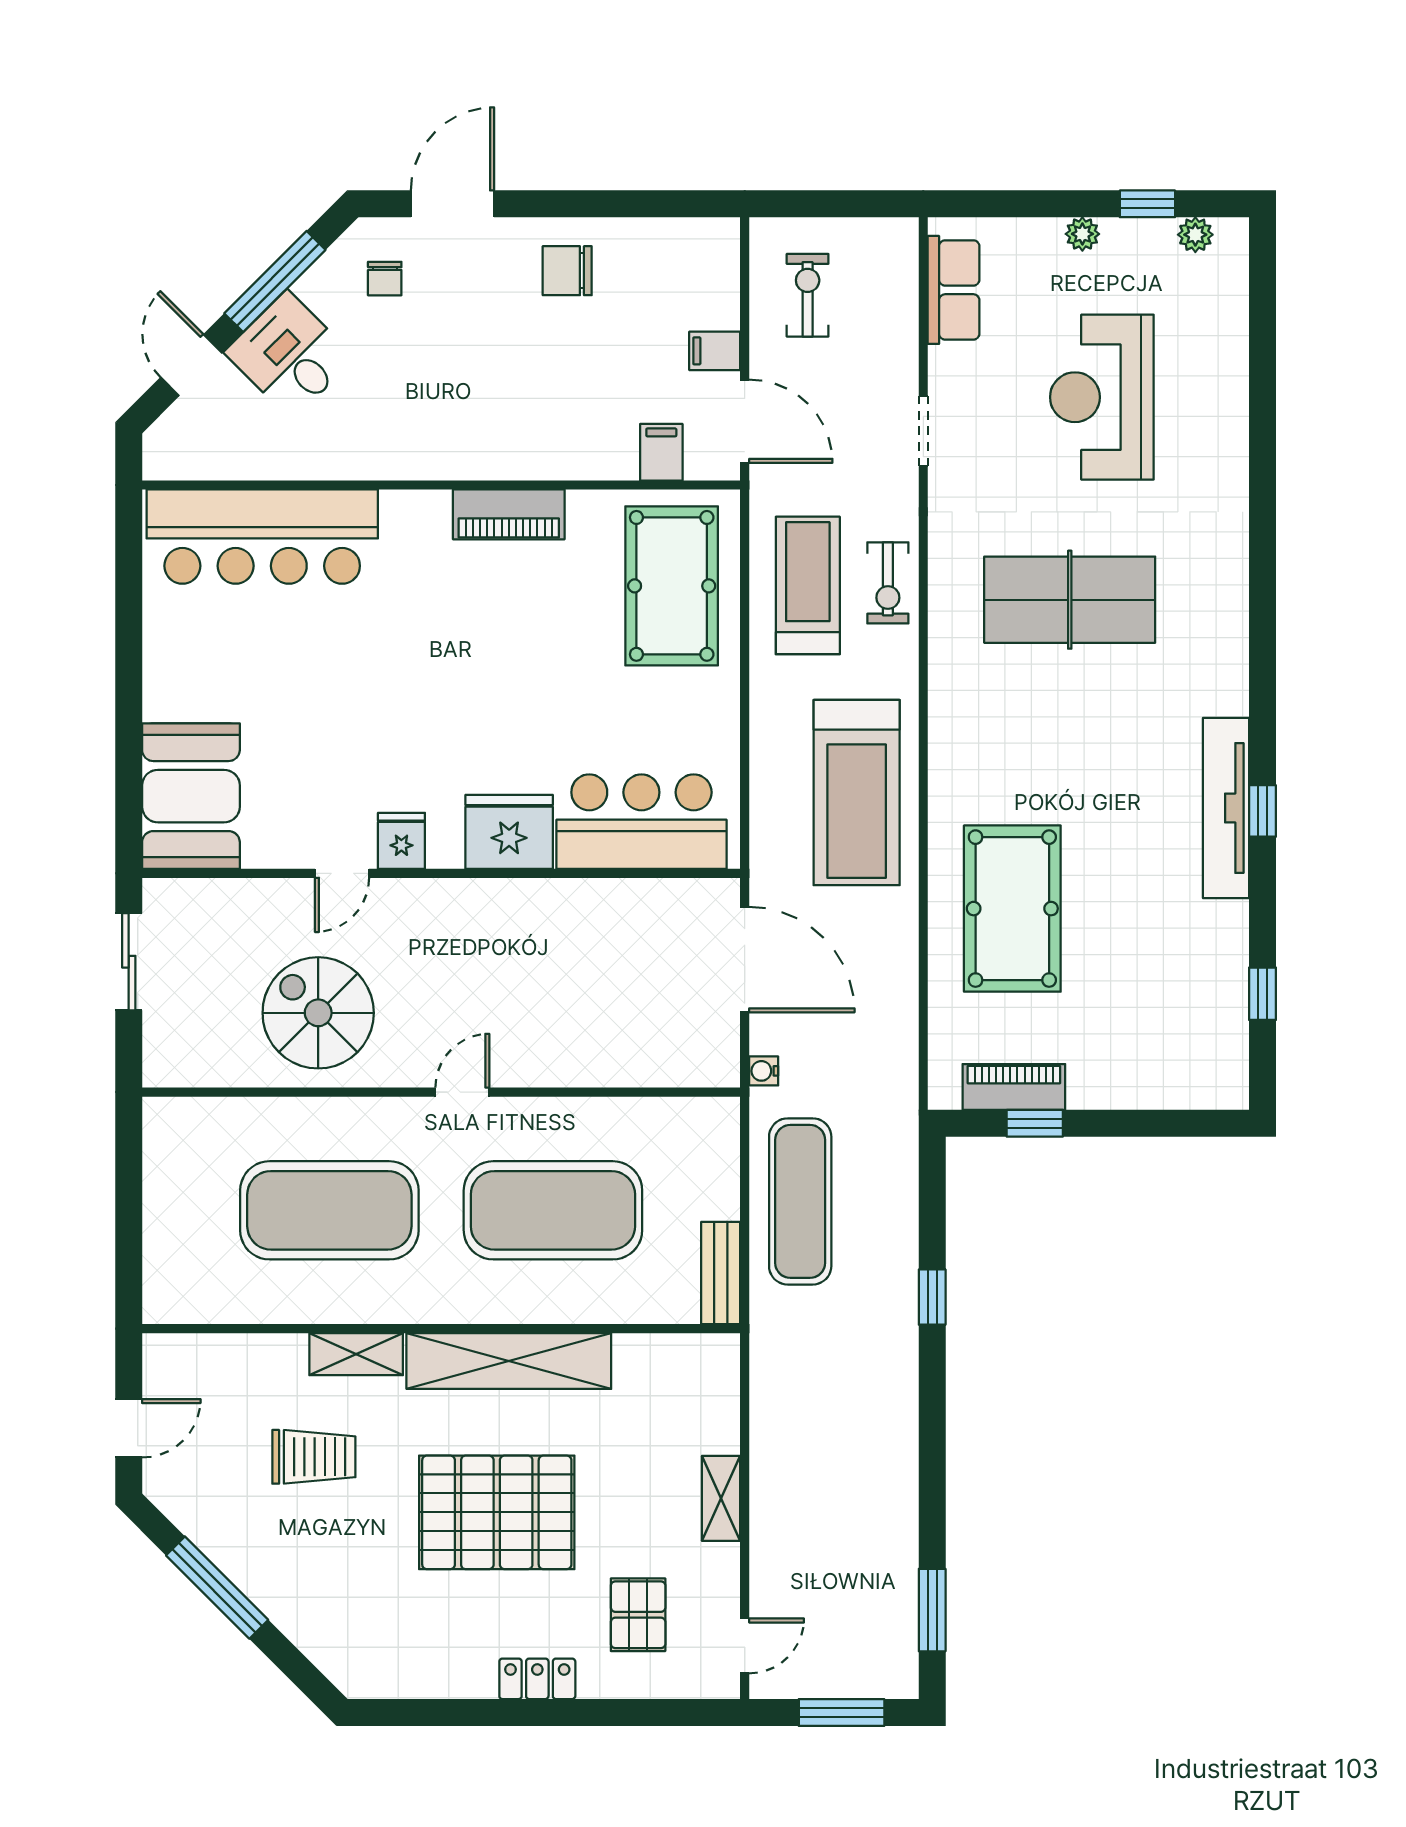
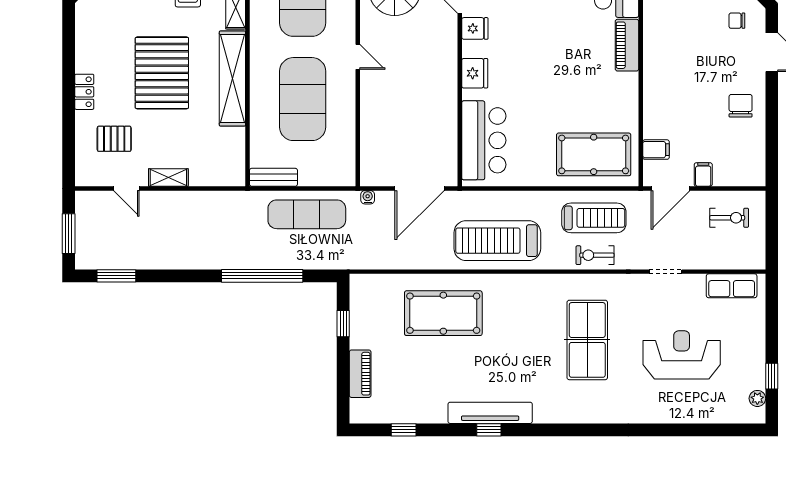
plant: (1082, 234) -> (758, 346), removed
piano: (509, 514) -> (627, 45), moved
fridge: (509, 832) -> (475, 73), width x0.73, depth x0.75
piano: (1014, 1087) -> (360, 374), moved
window: (932, 1297) -> (262, 276), width x3.17
door: (745, 1646) -> (126, 188), moved

